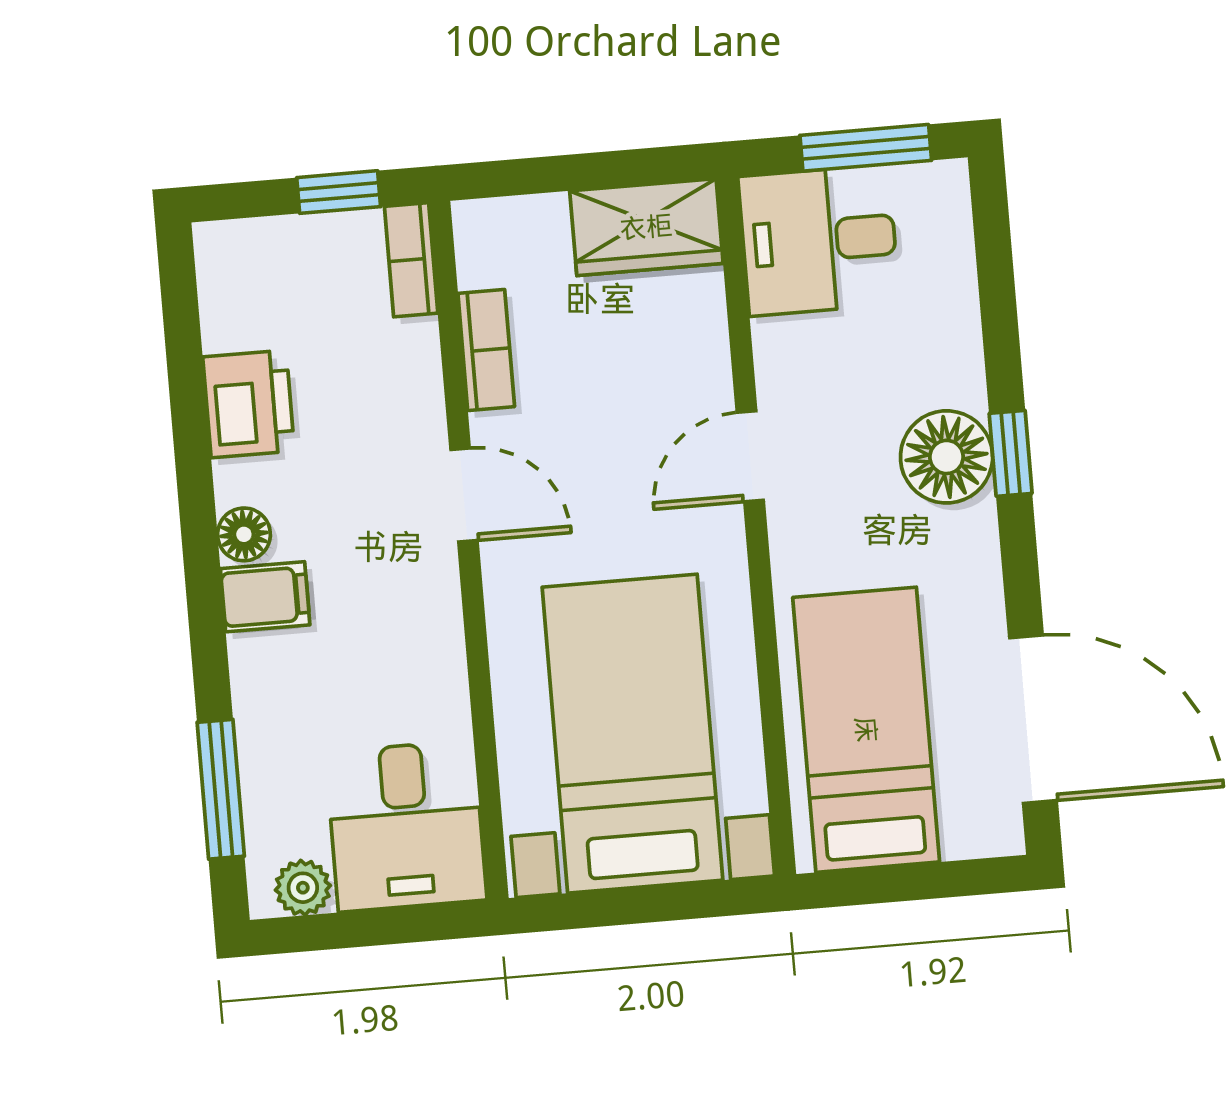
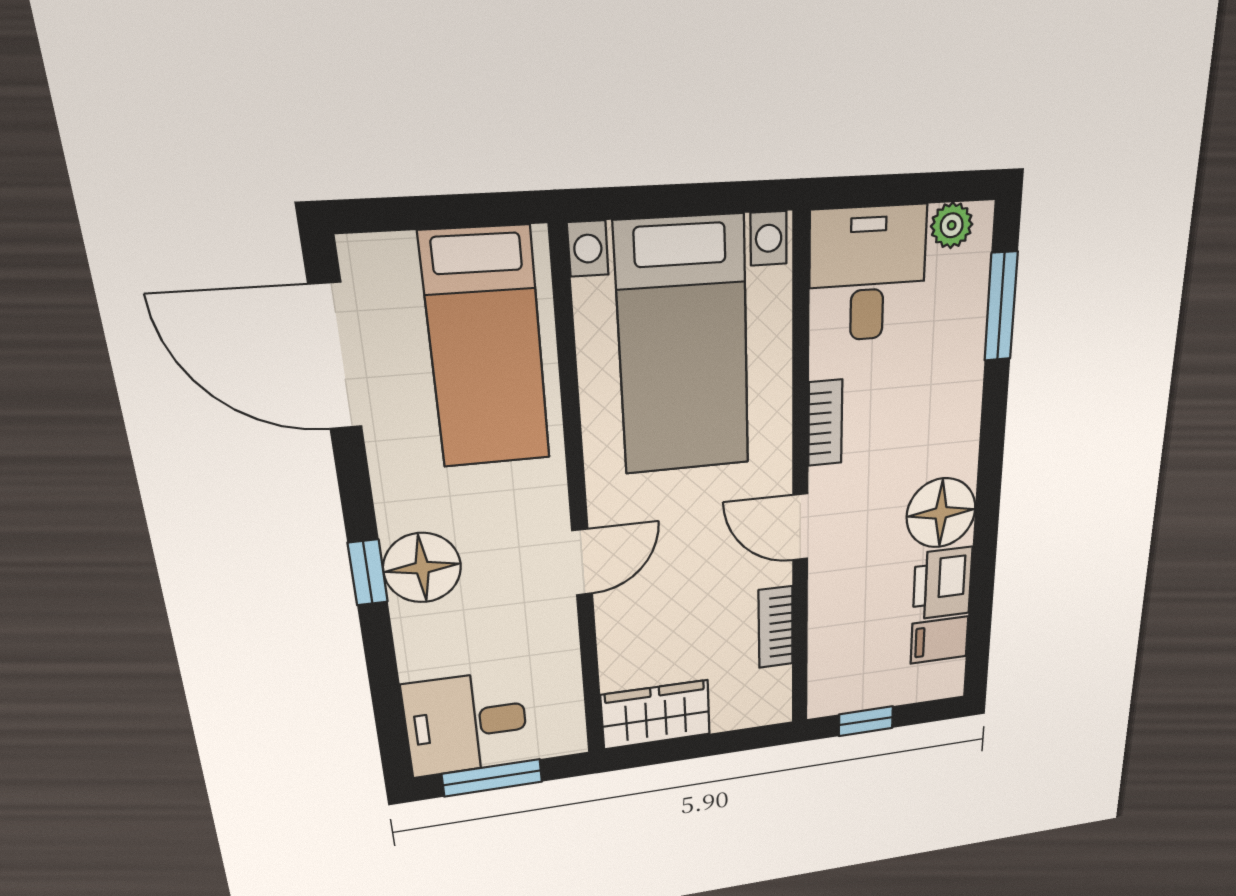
desk: (819, 240) -> (466, 724), moved, turned 180
bookcase: (411, 260) -> (825, 423), moved
floor lamp: (244, 534) -> (941, 513), width x1.89, depth x1.89
filing cabinet: (265, 597) -> (939, 640), moved

